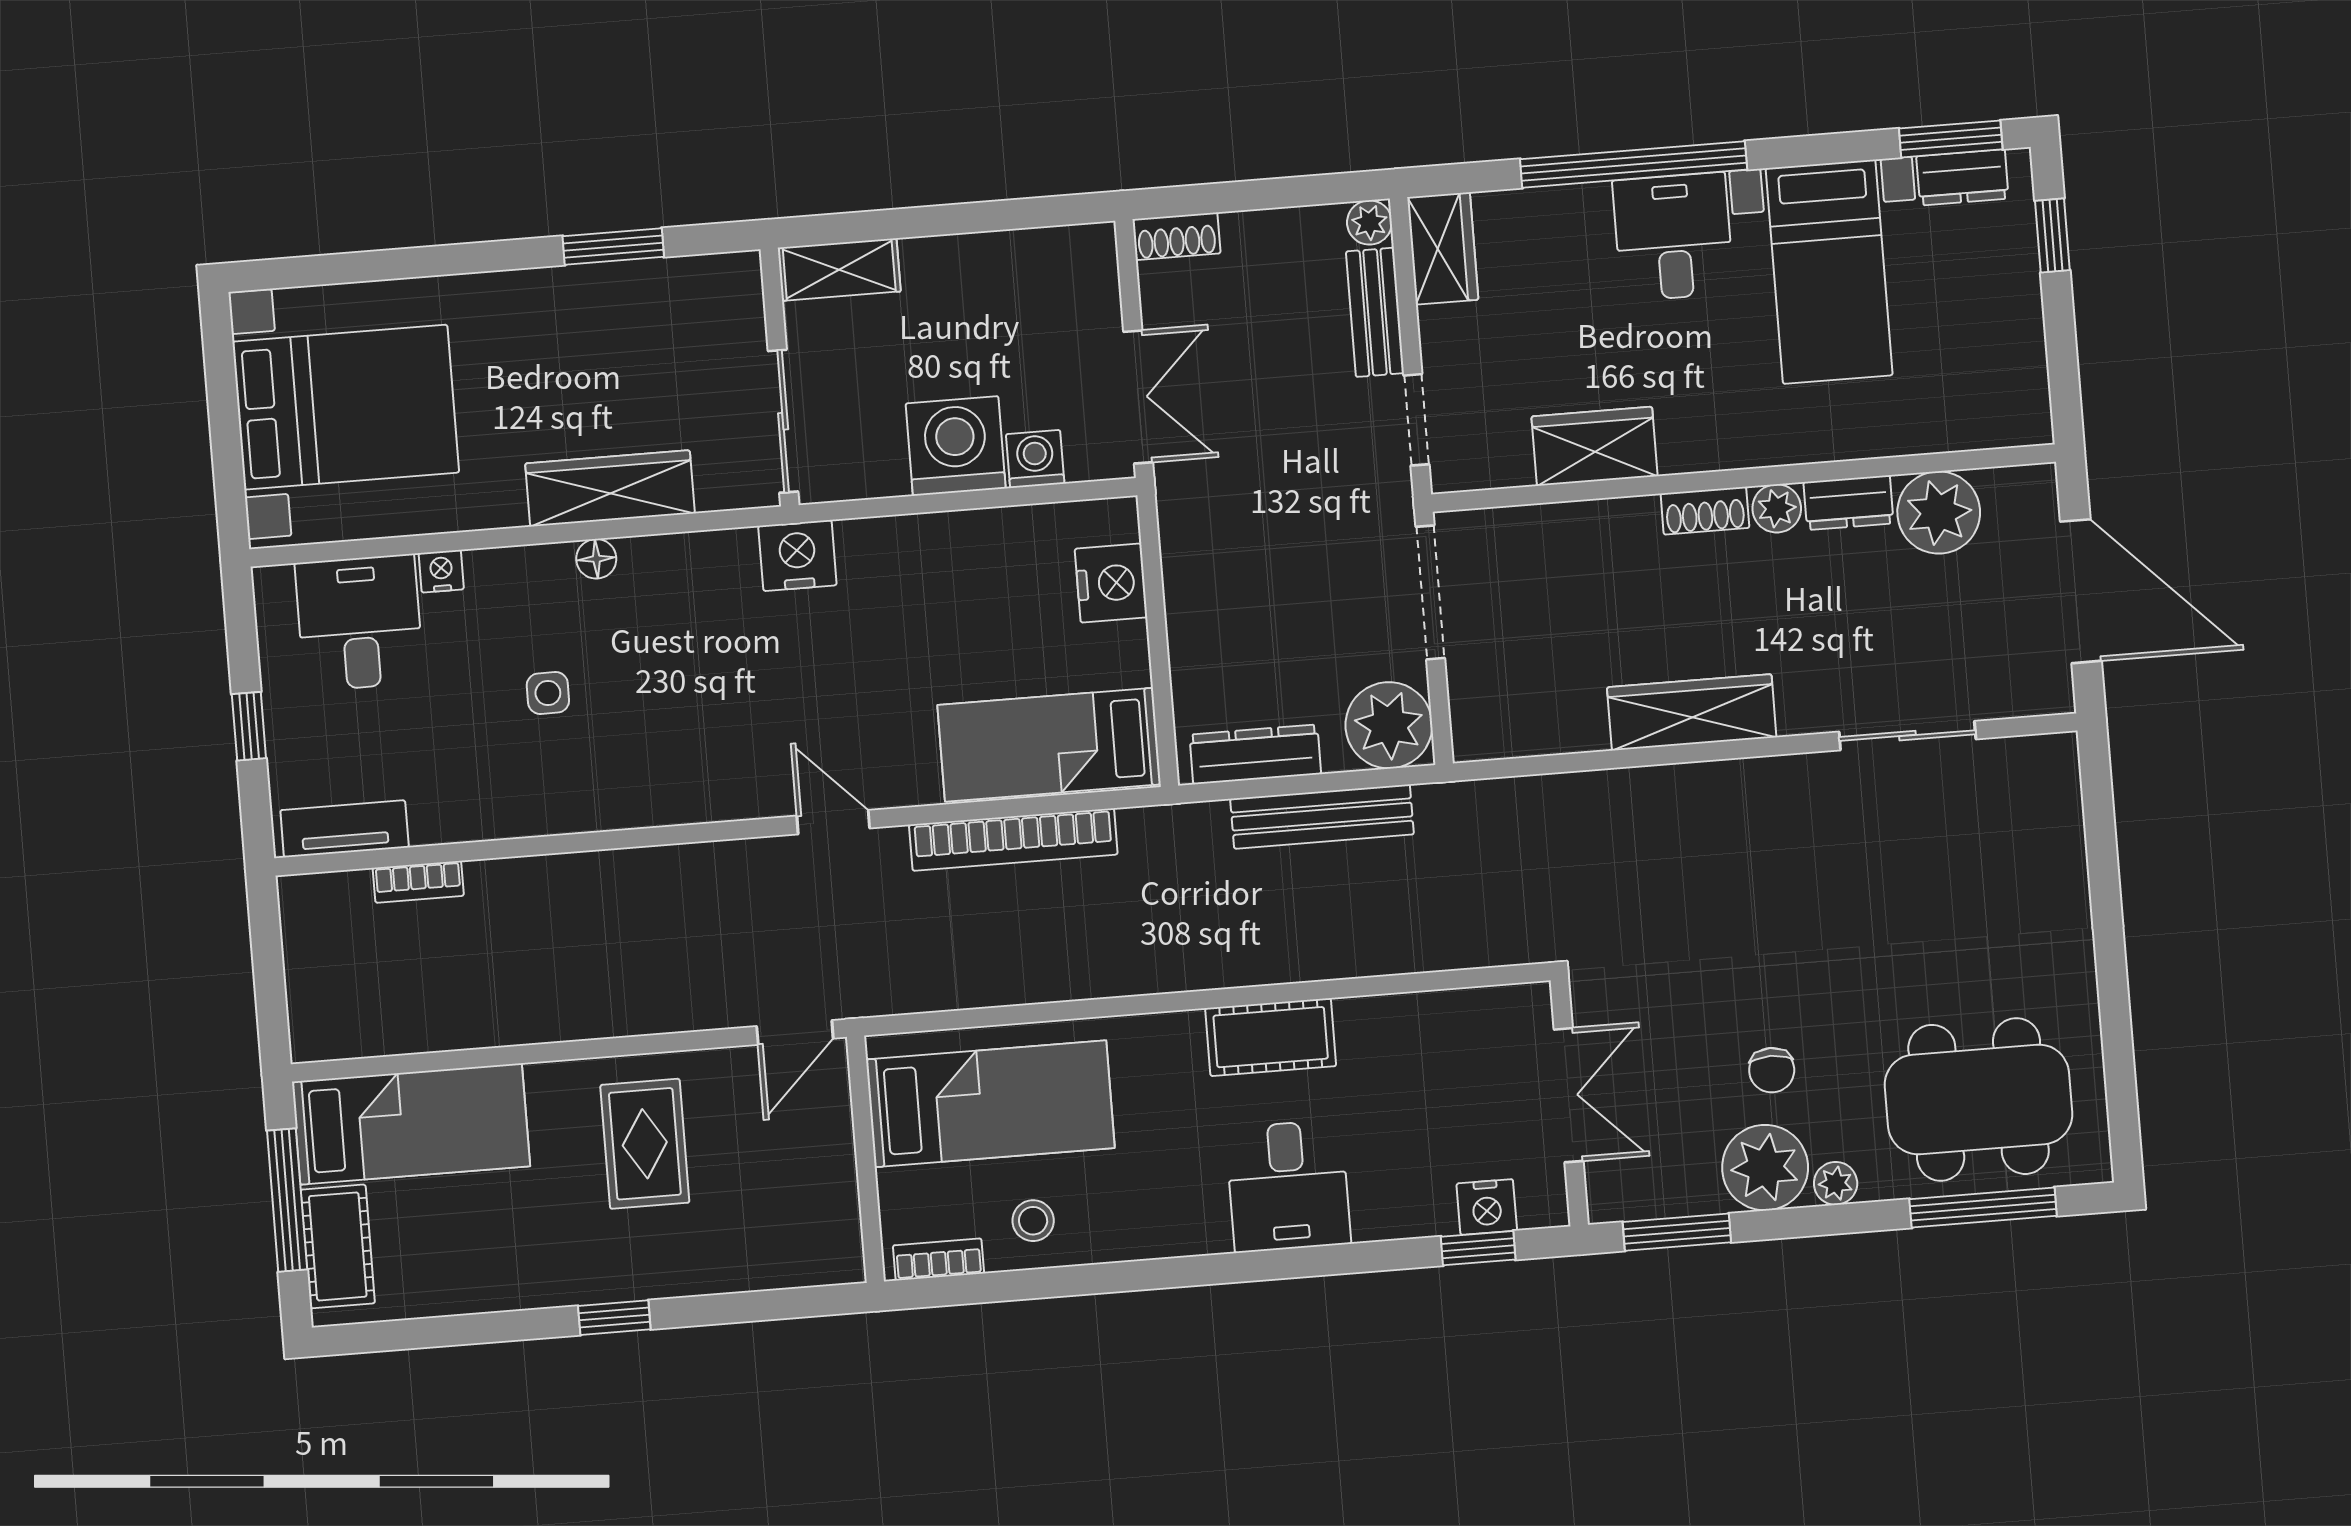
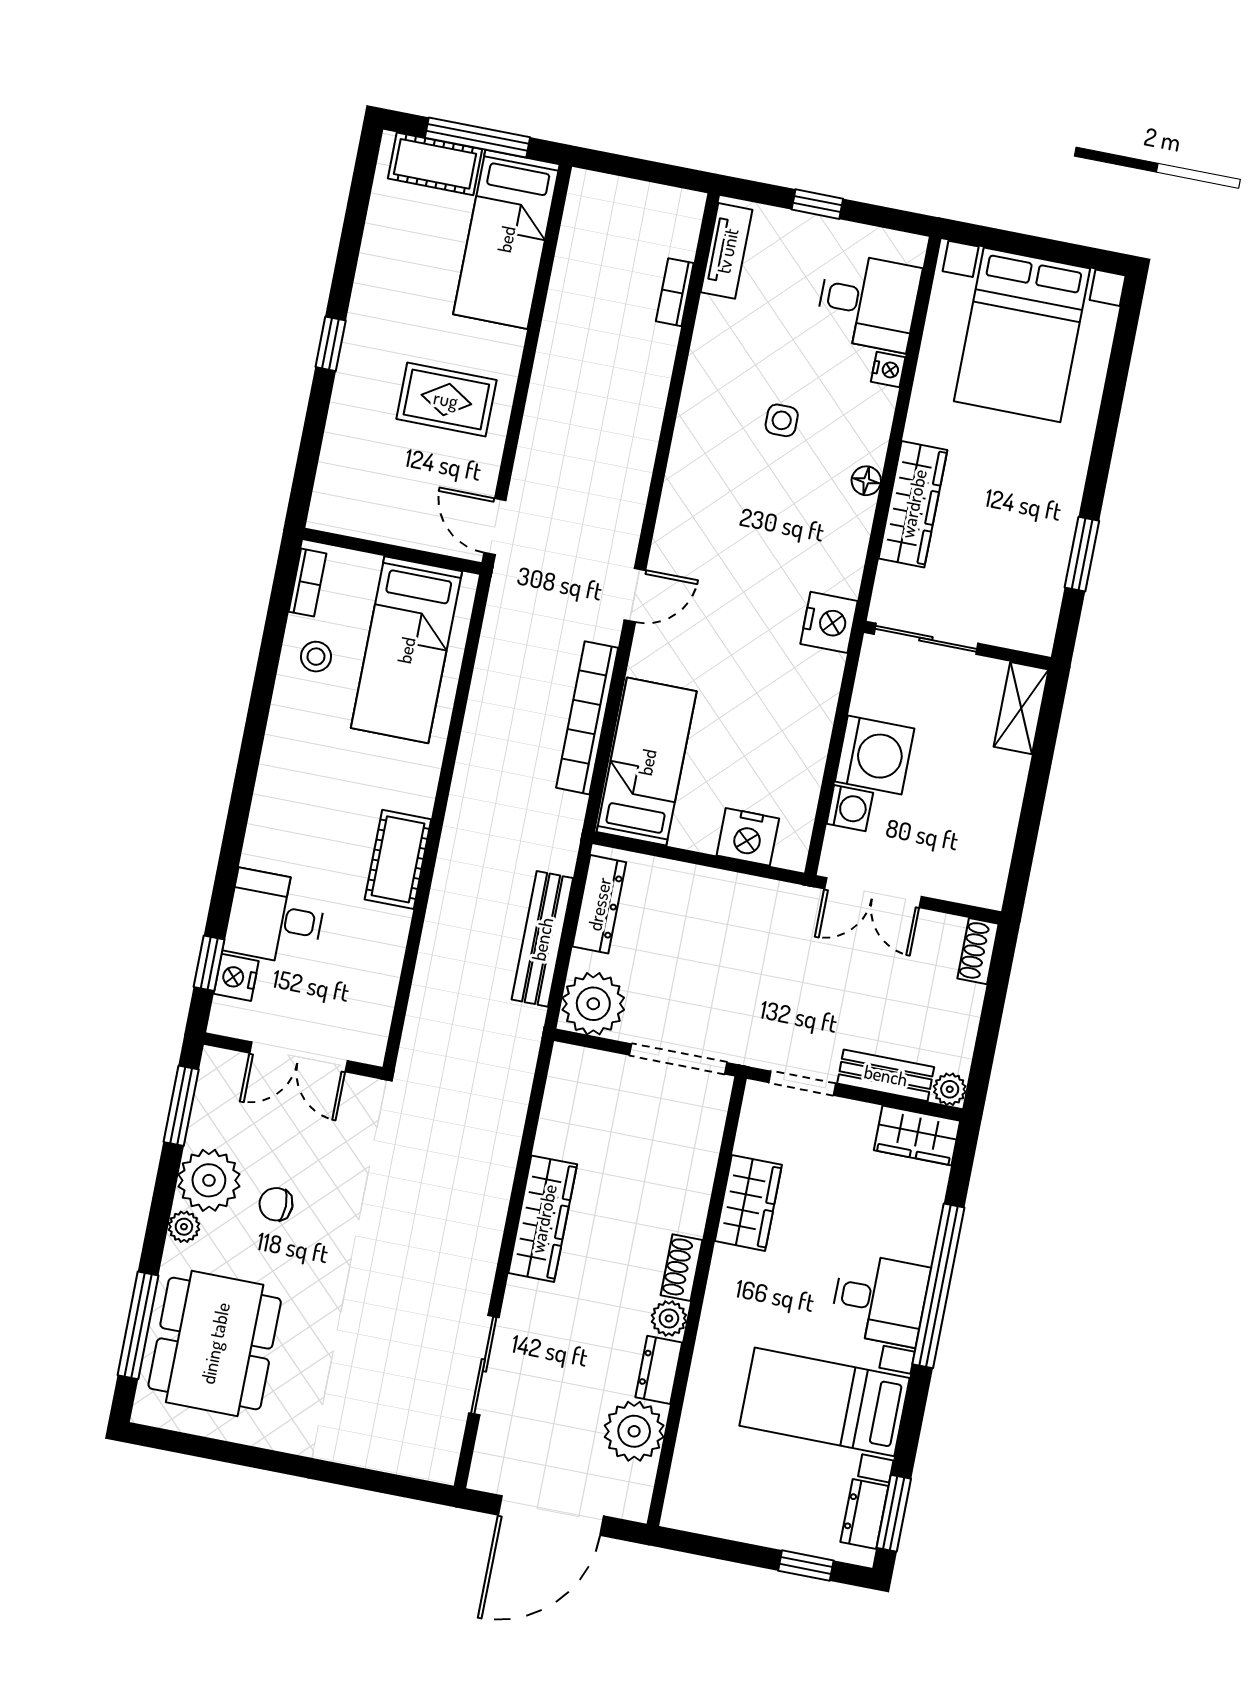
desk: (1288, 1186) -> (275, 917), moved

